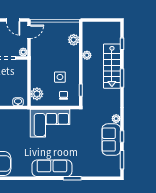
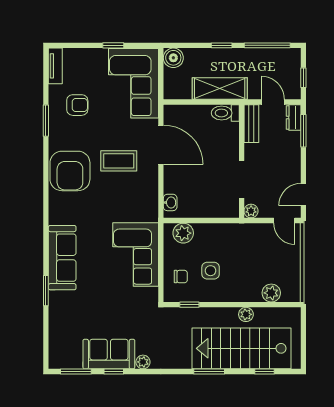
stairs: (112, 66) -> (241, 348), width x1.36, depth x1.51

